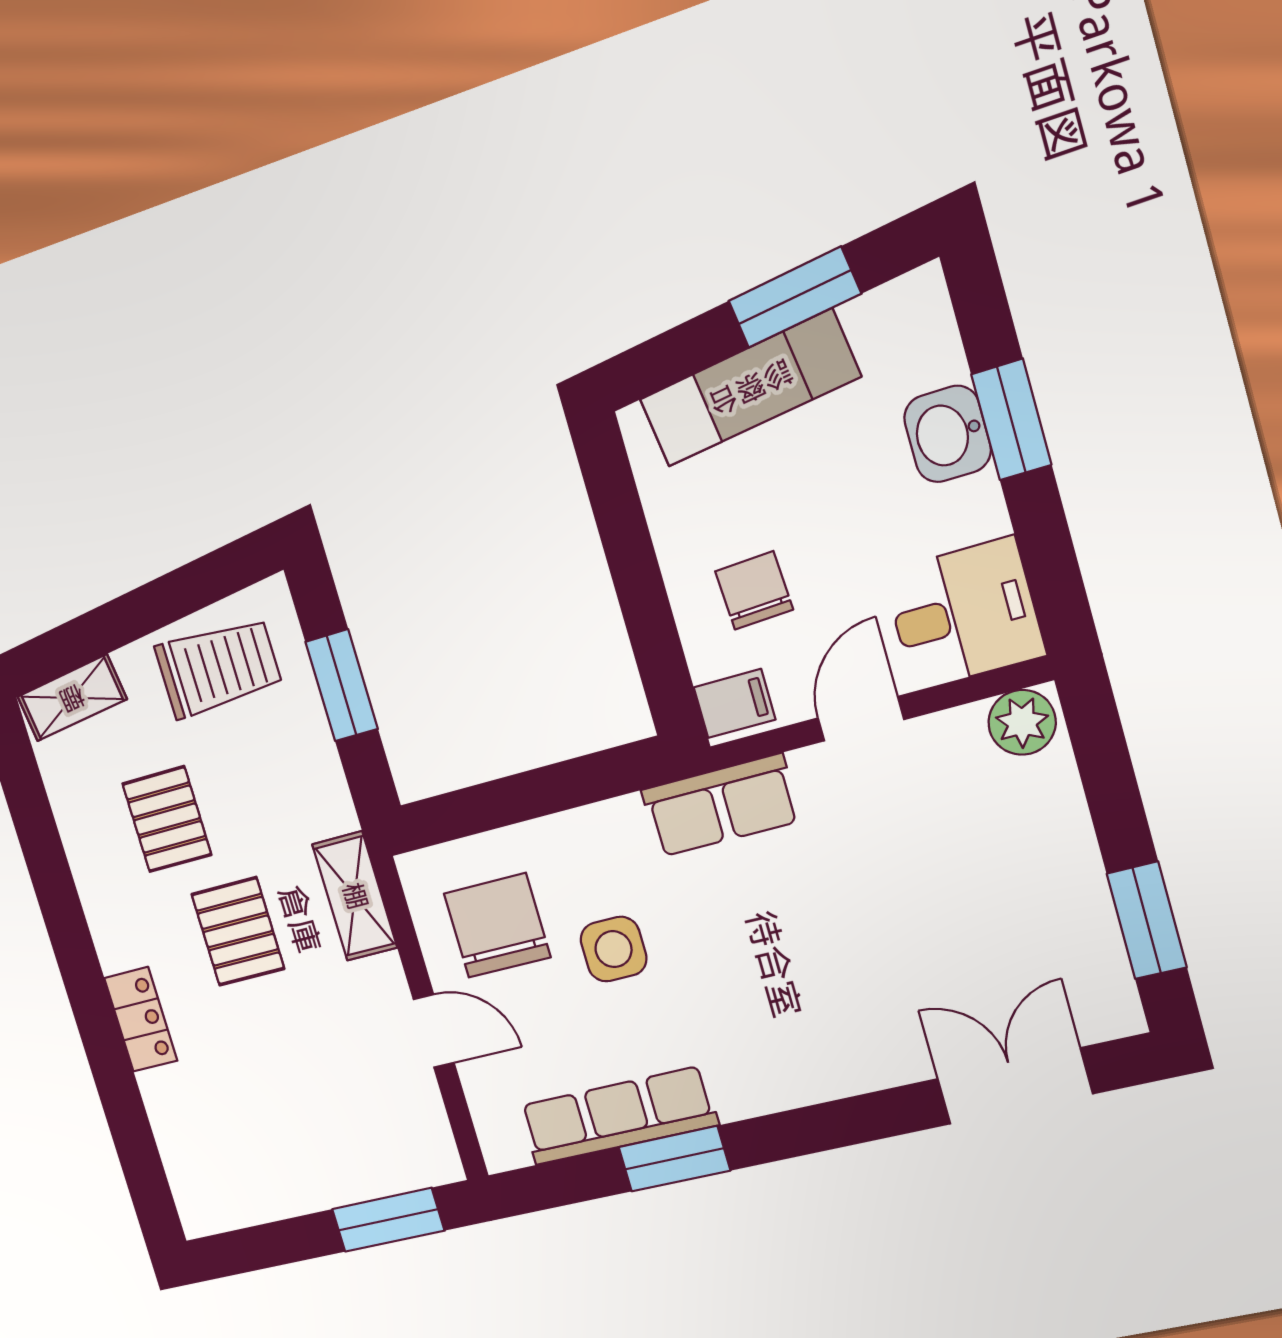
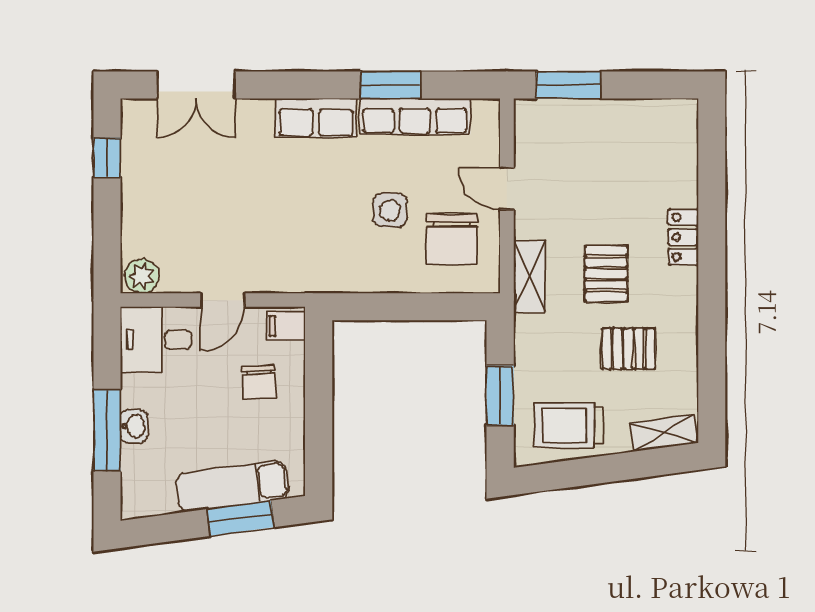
window: (795, 297) -> (240, 518), moved
window: (1011, 419) -> (107, 430), width x1.44
washbasin: (947, 434) -> (134, 426), width x0.72, depth x0.69
row of seats: (721, 805) -> (316, 118), moved, turned 180
pallet: (167, 819) -> (628, 349), turned 90
window: (1147, 920) -> (107, 158), width x0.67

